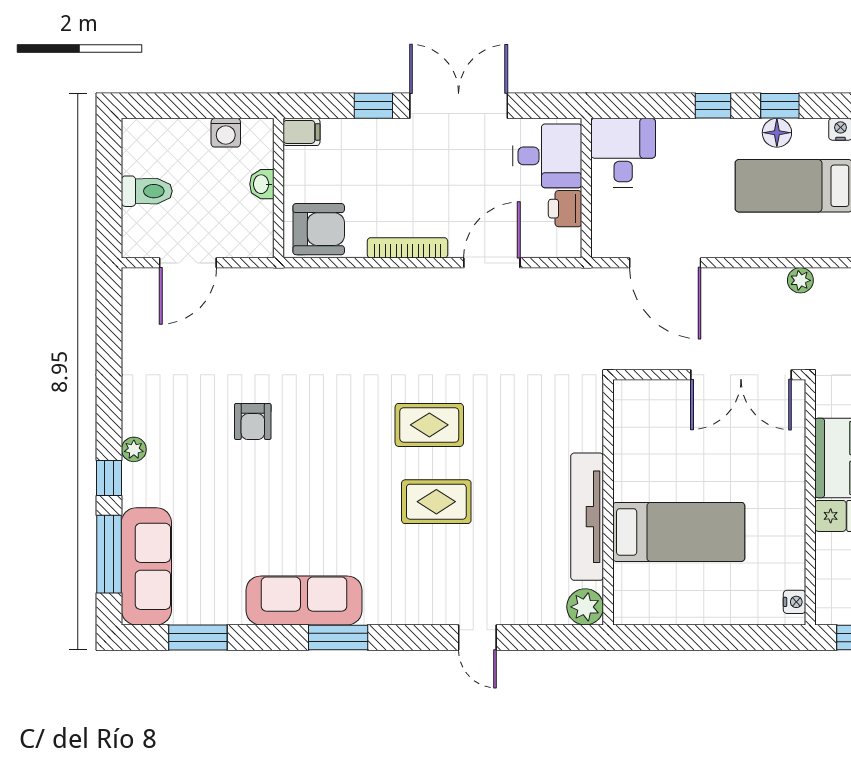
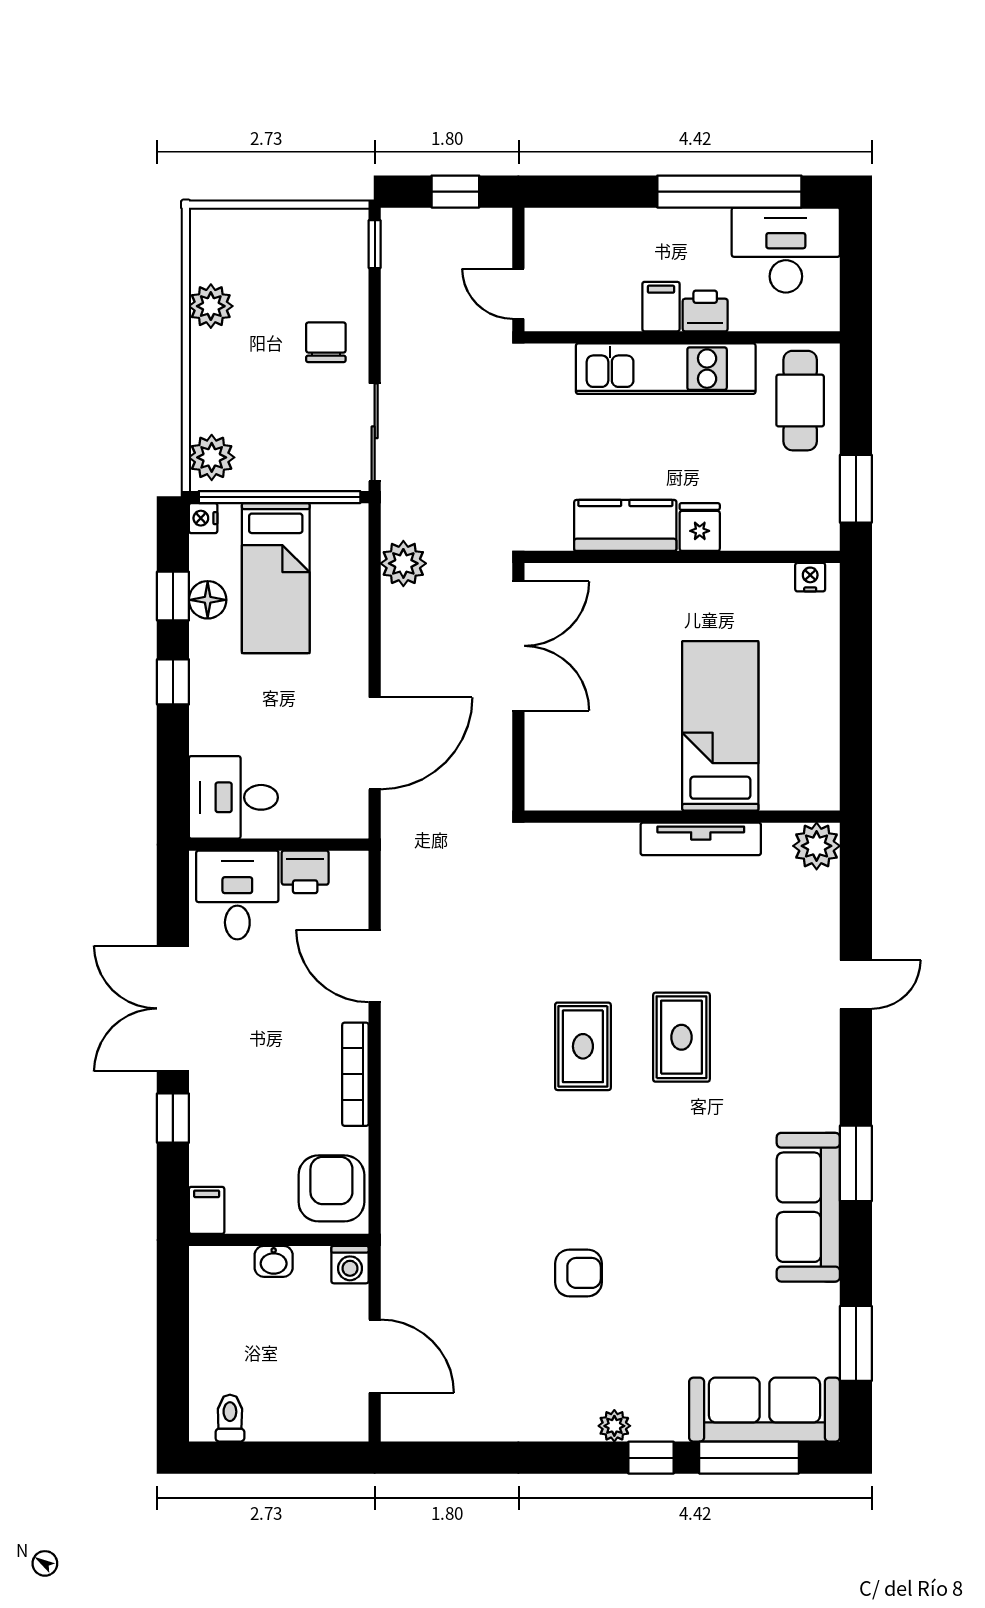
washing machine: (226, 133) -> (350, 1265), moved, turned 90
toilet: (147, 191) -> (230, 1418), moved, width x0.73, depth x0.72
plant: (800, 280) -> (403, 563), width x1.38, depth x1.38
tv unit: (587, 517) -> (701, 839), width x0.73, depth x0.78

